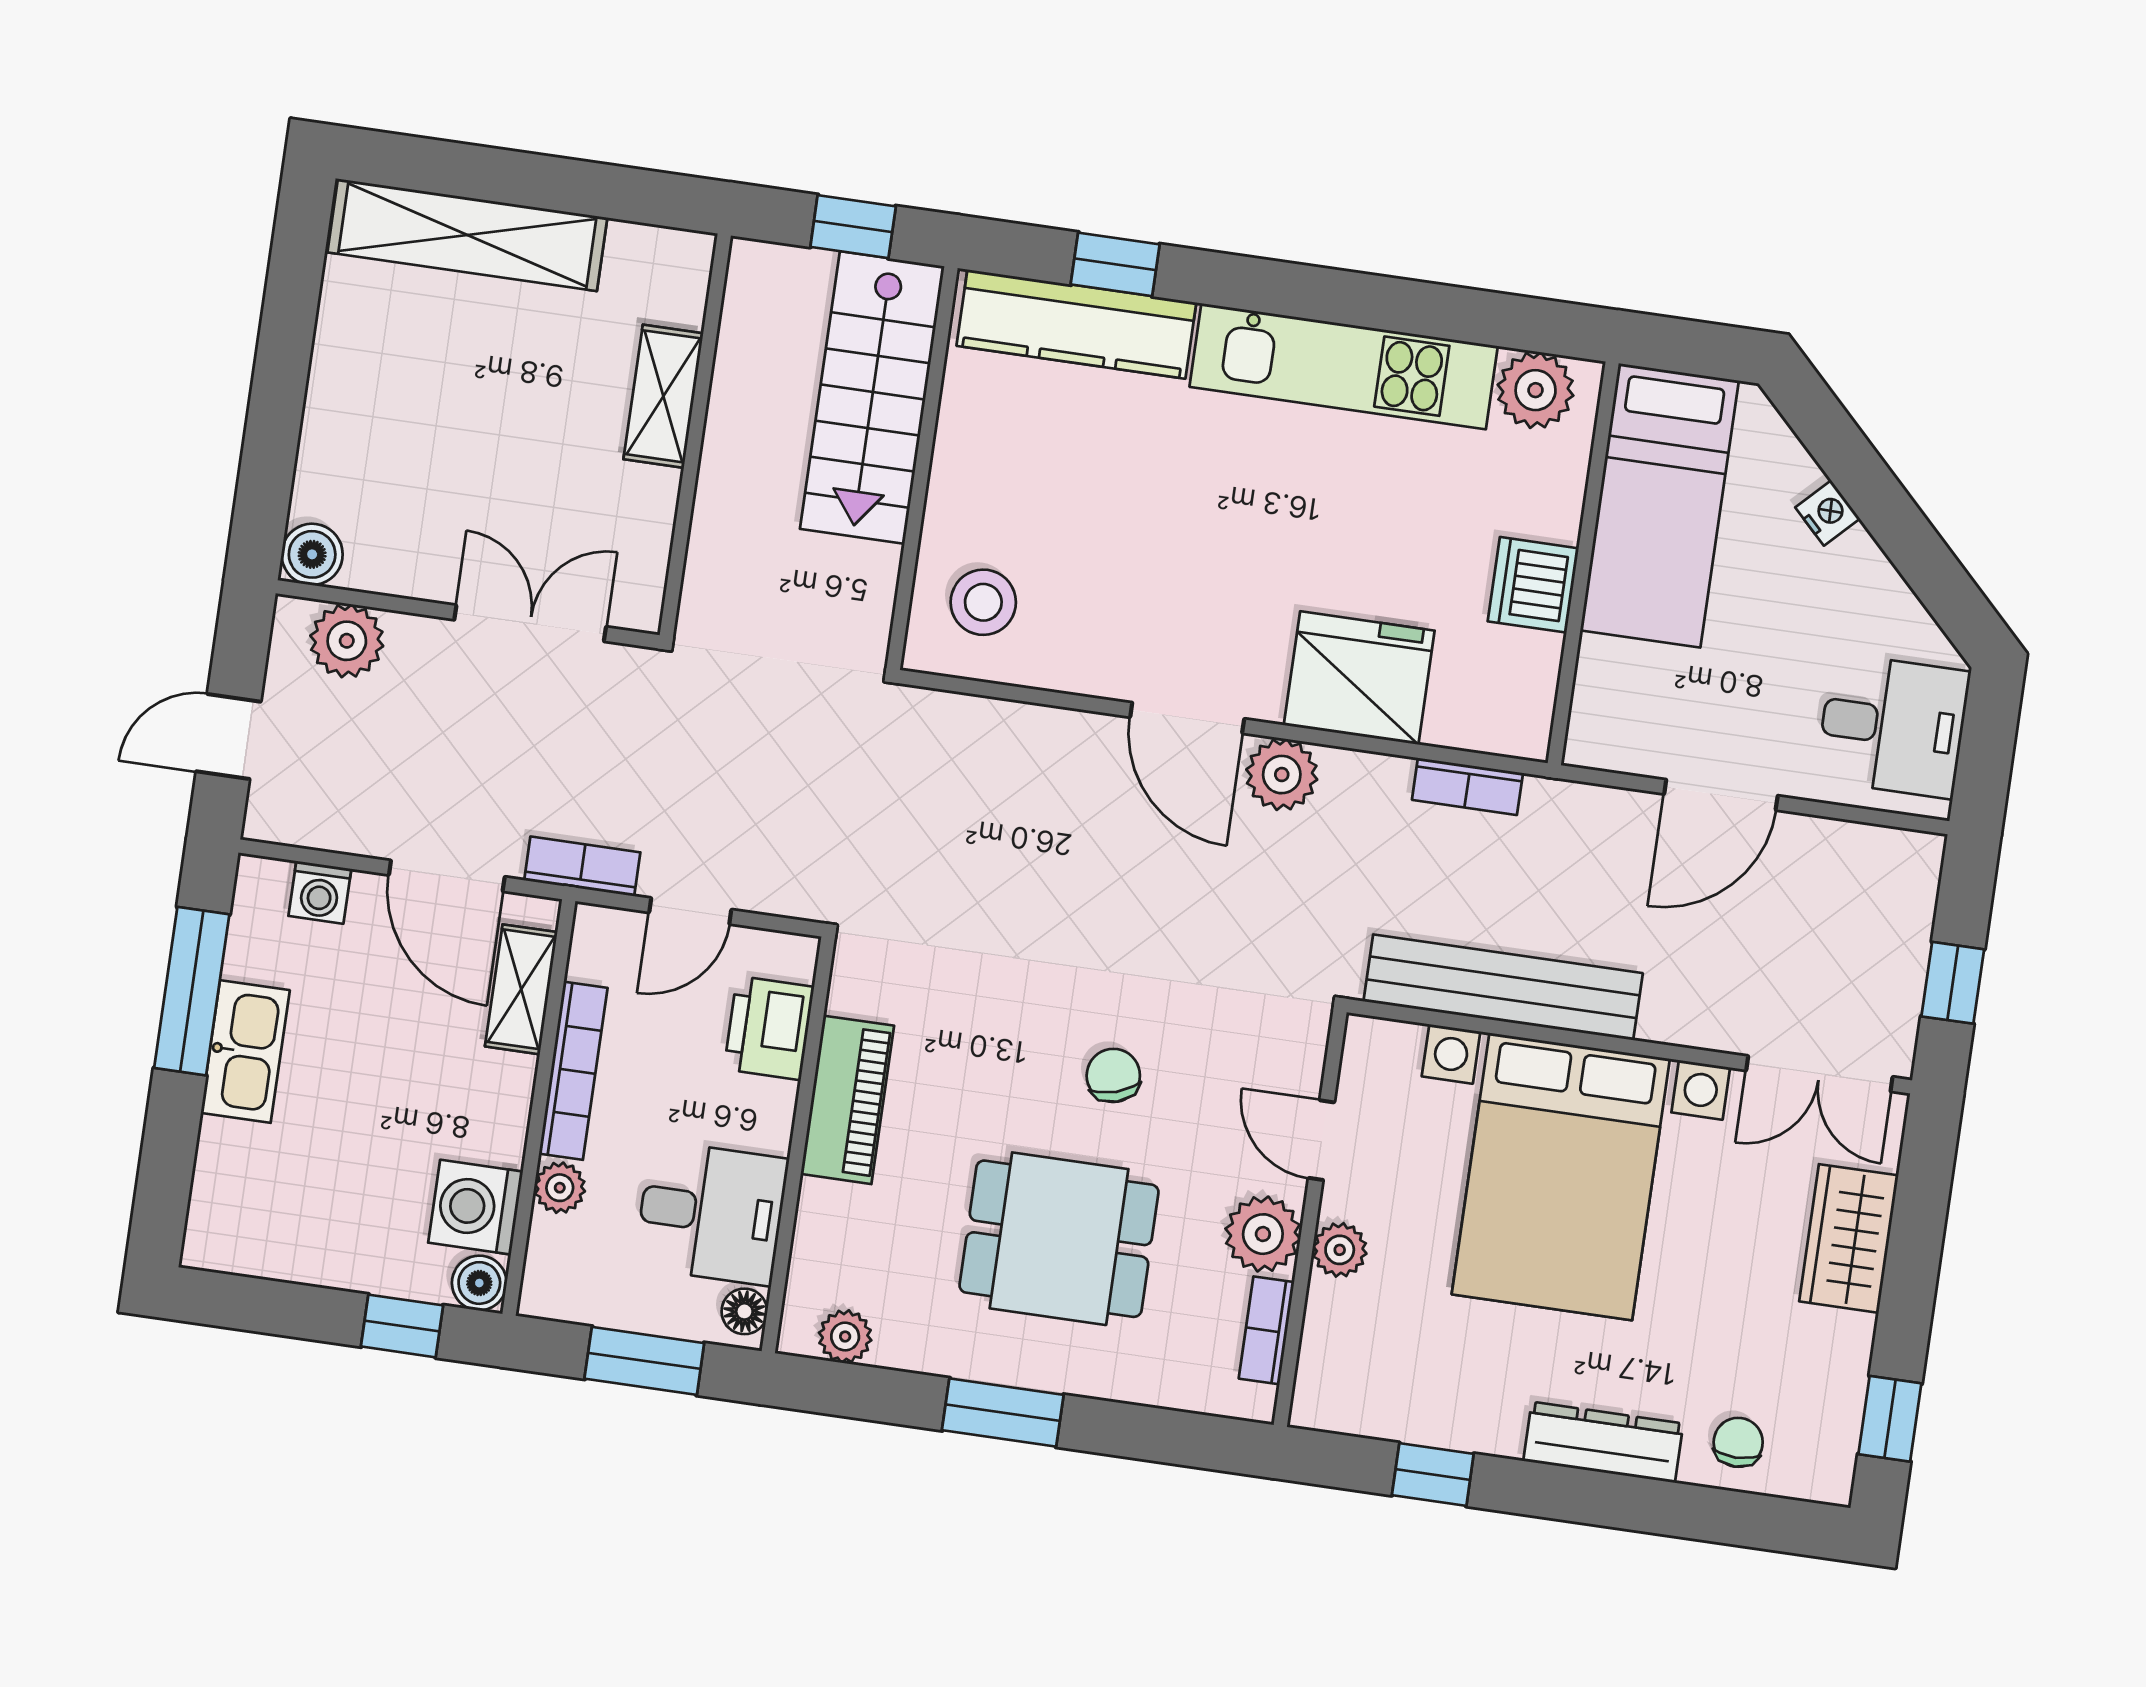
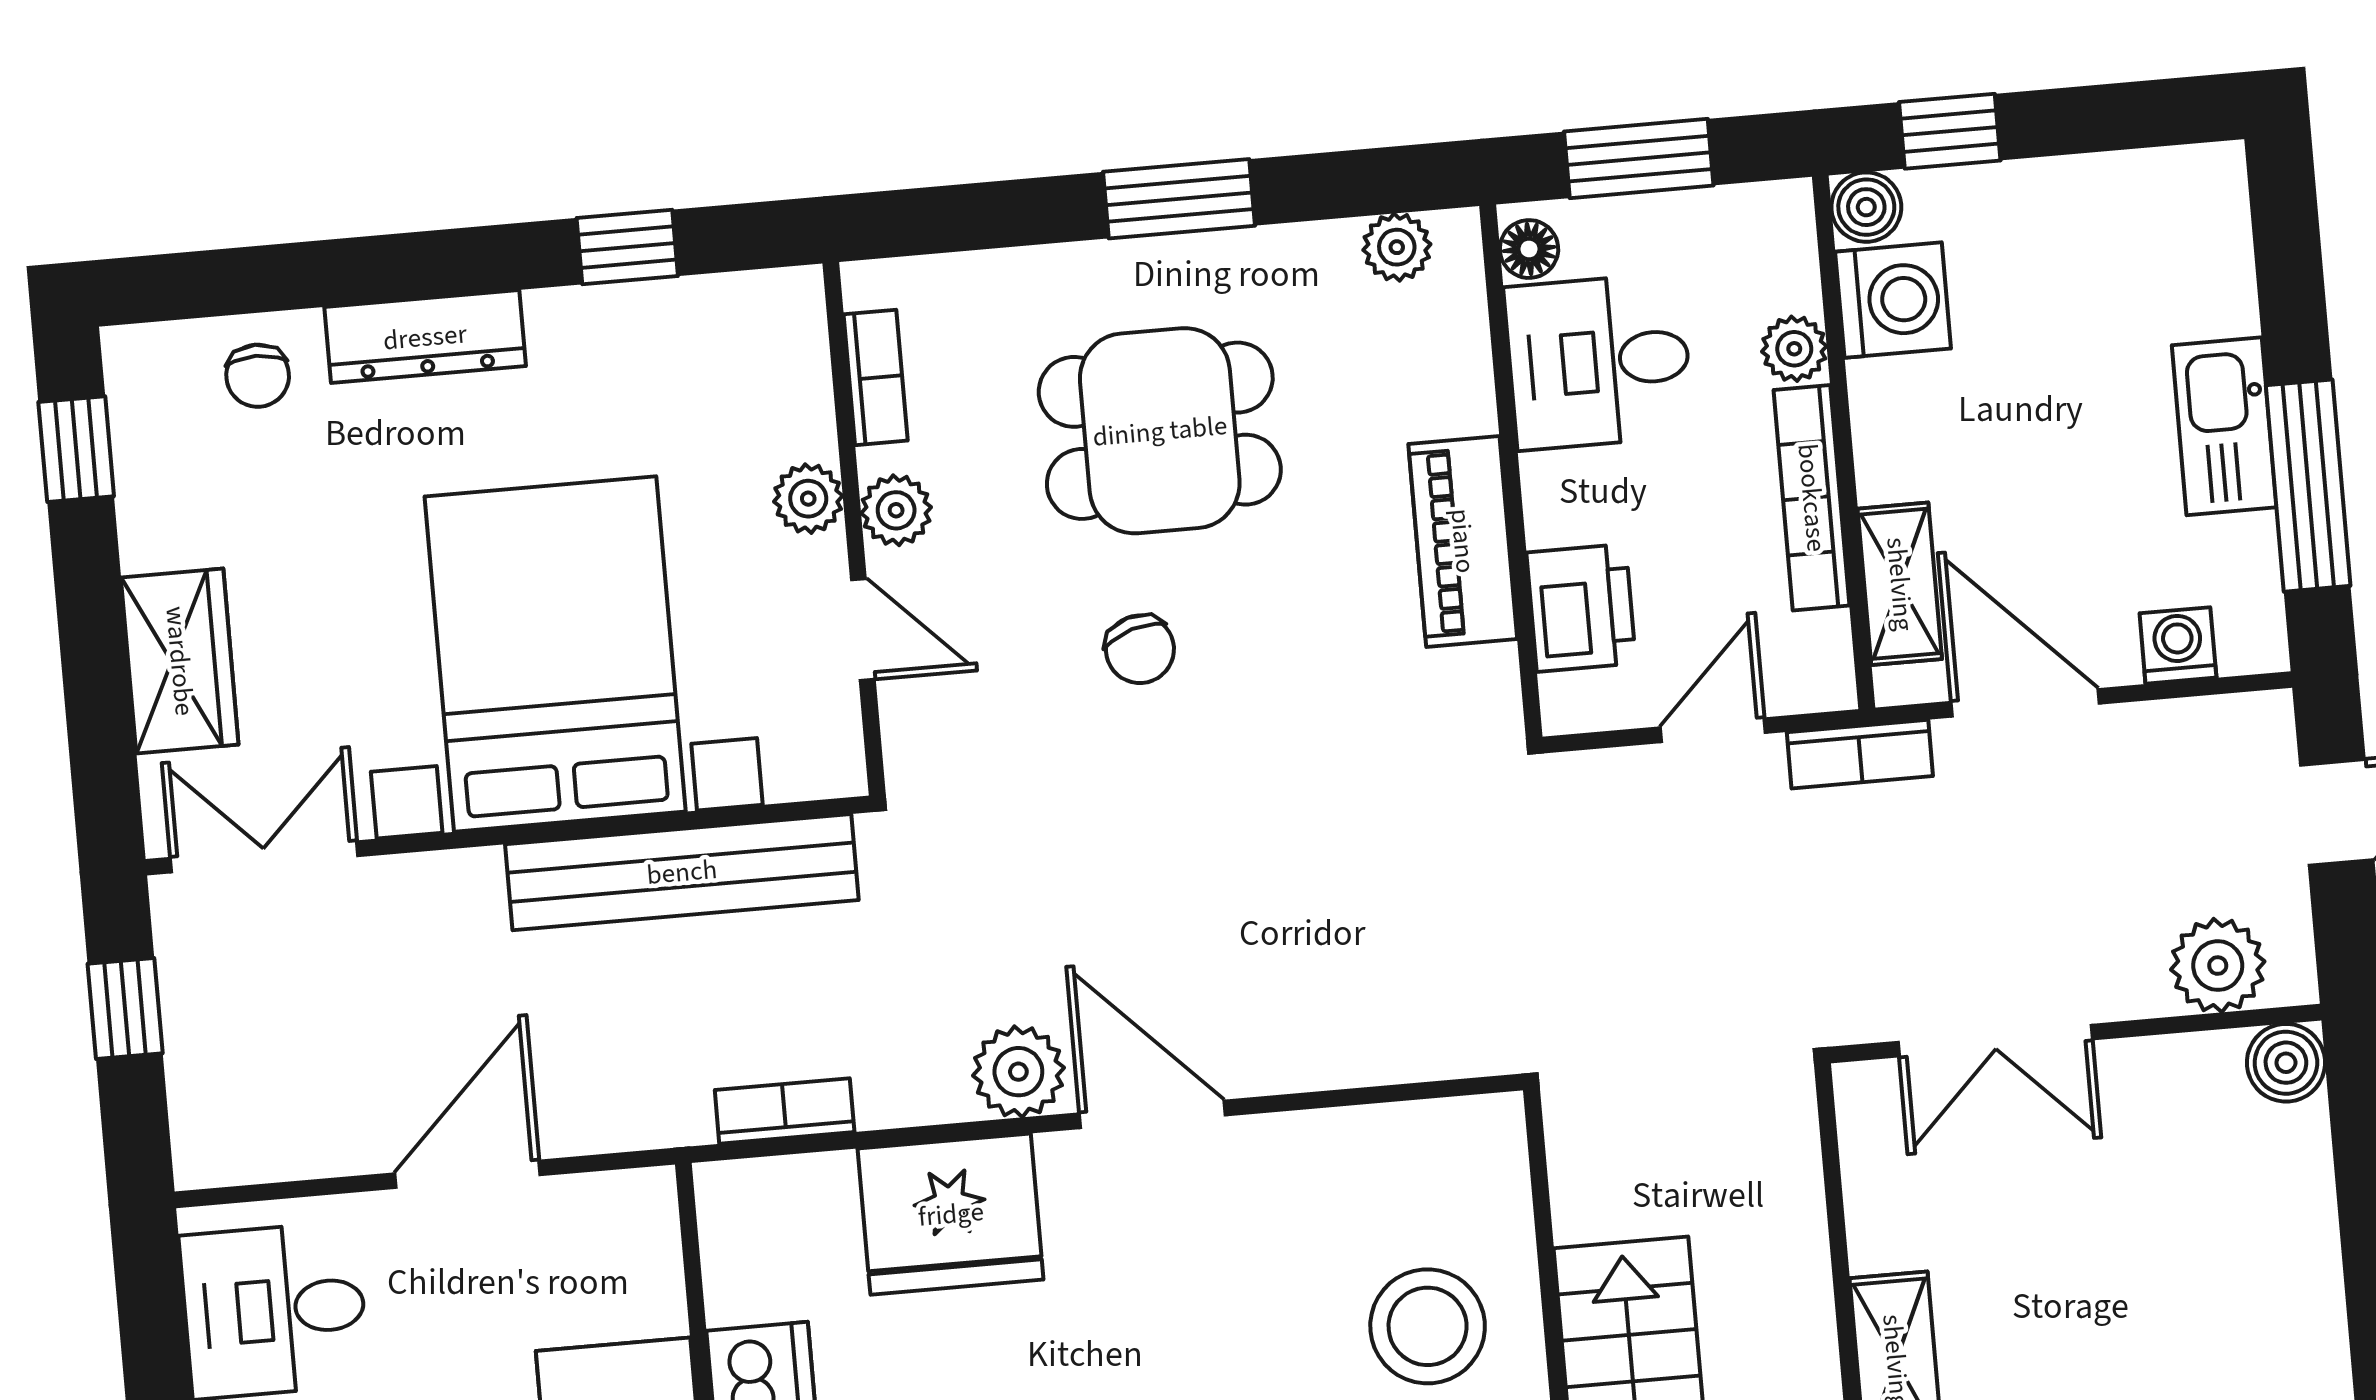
stool: (983, 602) -> (1428, 1326), moved, width x1.38, depth x1.38
plant: (1263, 1234) -> (896, 510), width x0.73, depth x0.73

